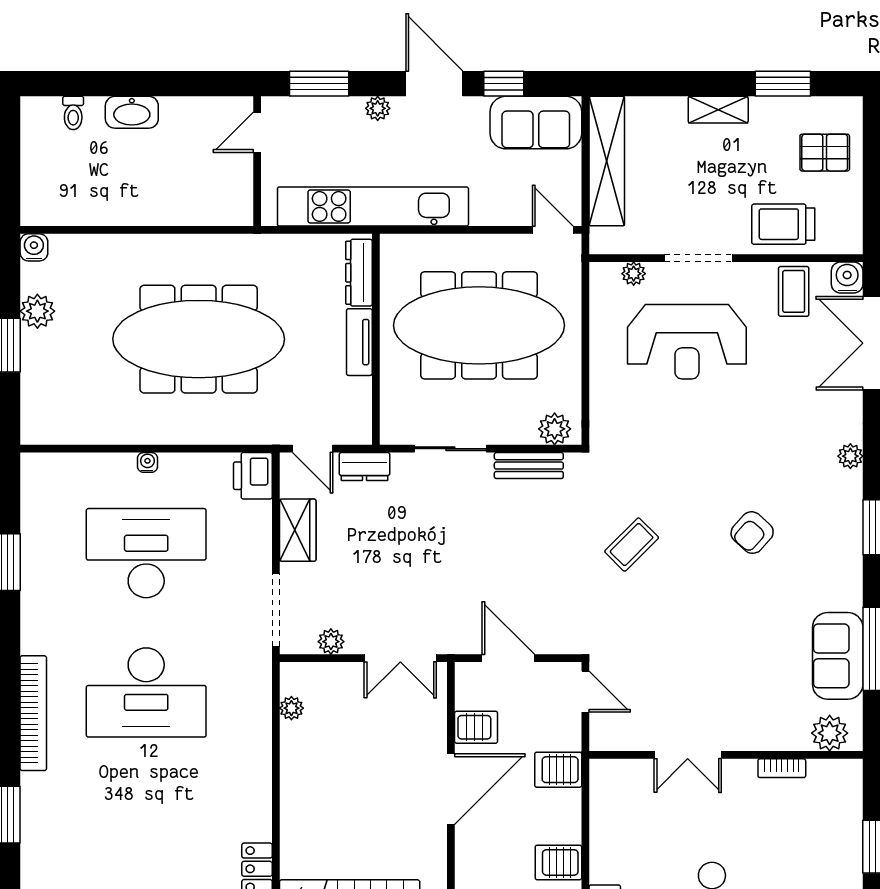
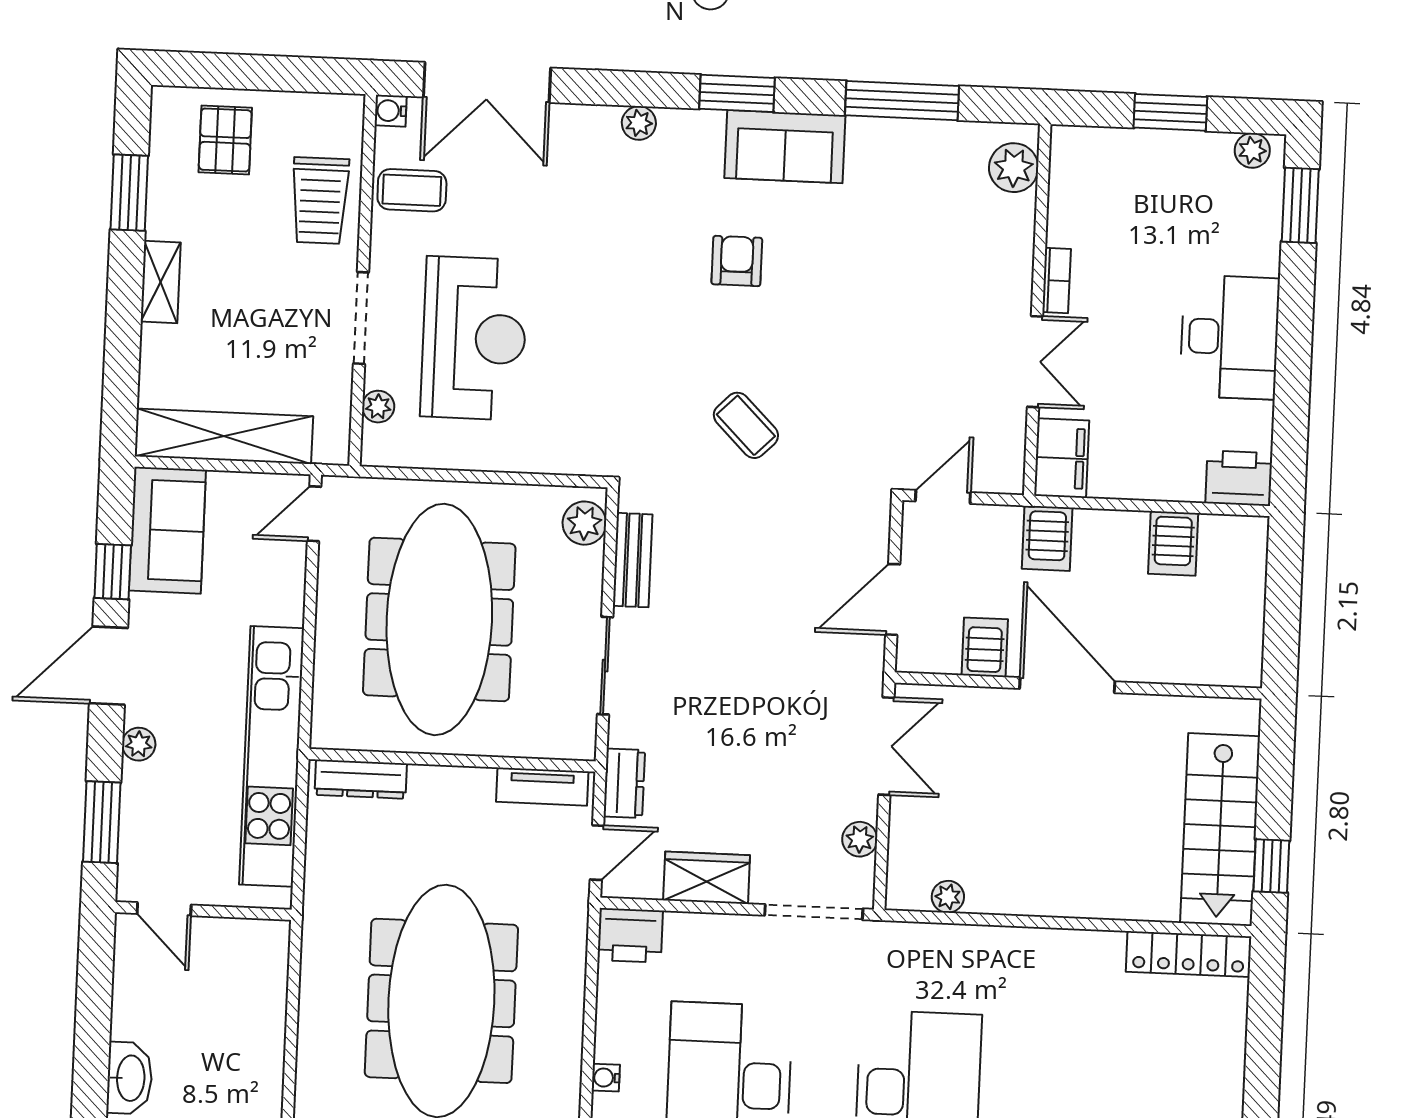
water cooler: (847, 278) -> (391, 111), width x0.72, depth x0.72
tv unit: (359, 342) -> (542, 787), moved
armchair: (752, 533) -> (737, 261), turned -132
sofa: (838, 656) -> (785, 147), moved
bookcase: (782, 768) -> (1056, 281), moved
filing cabinet: (618, 778) -> (1062, 458), added

